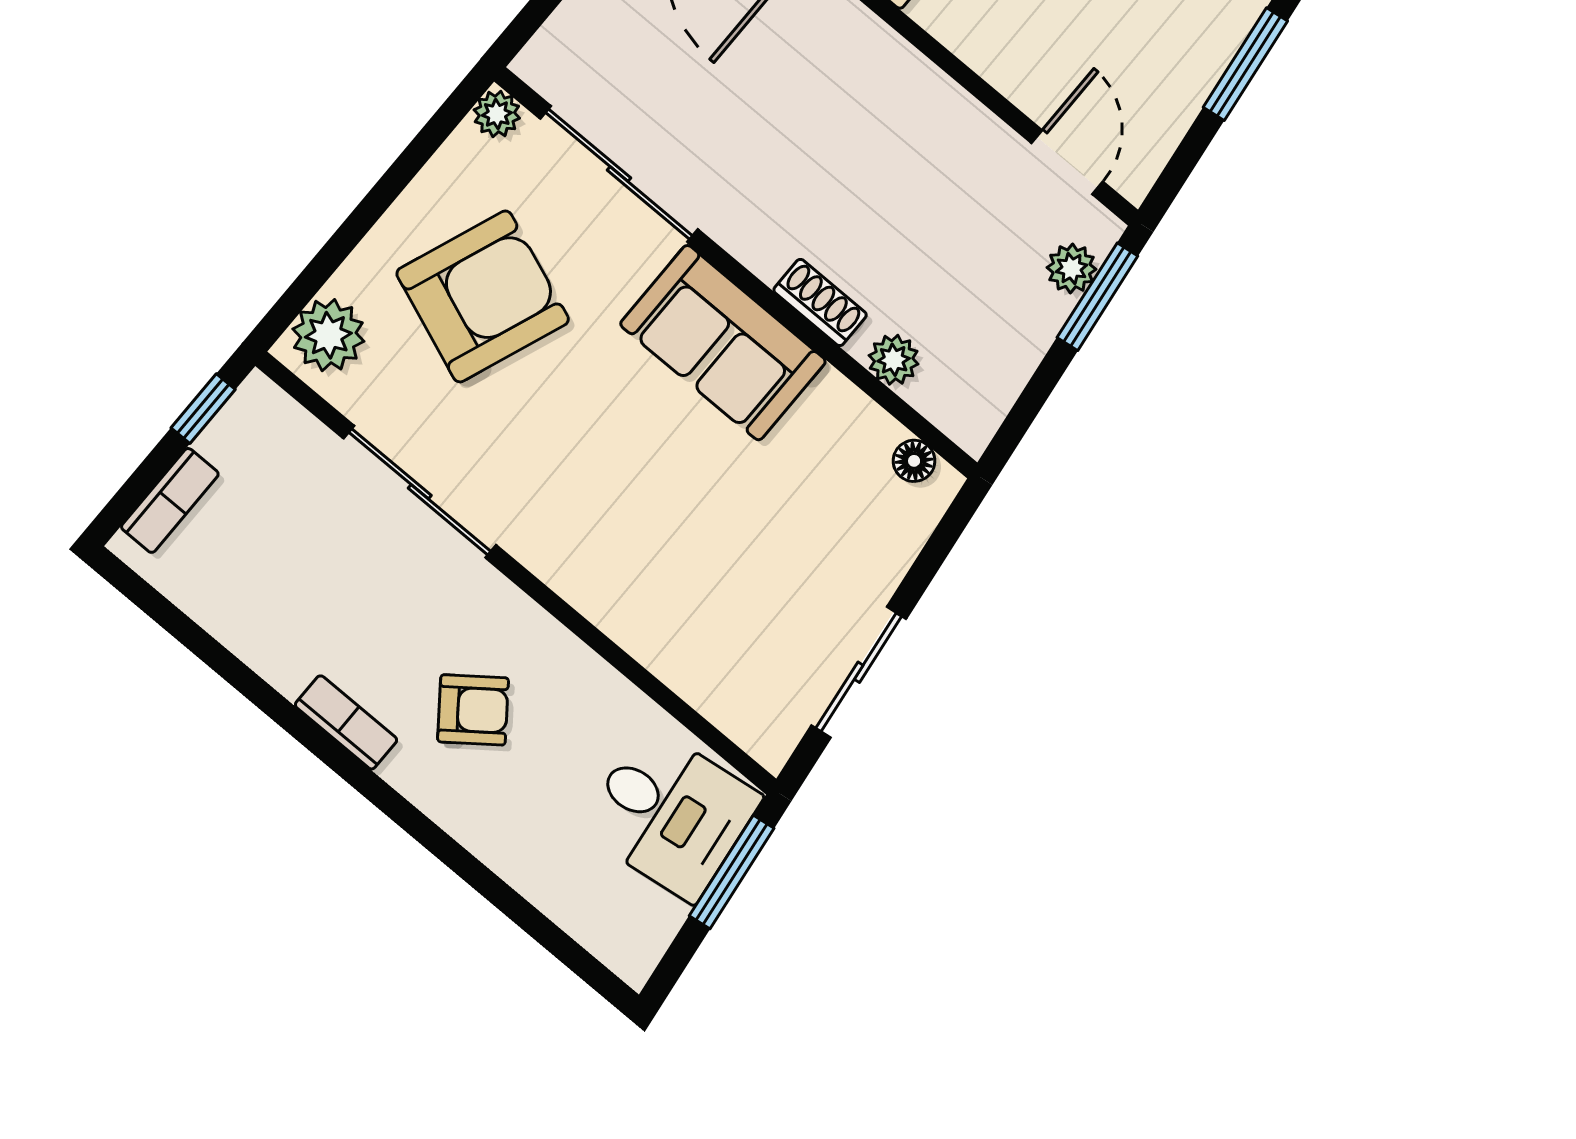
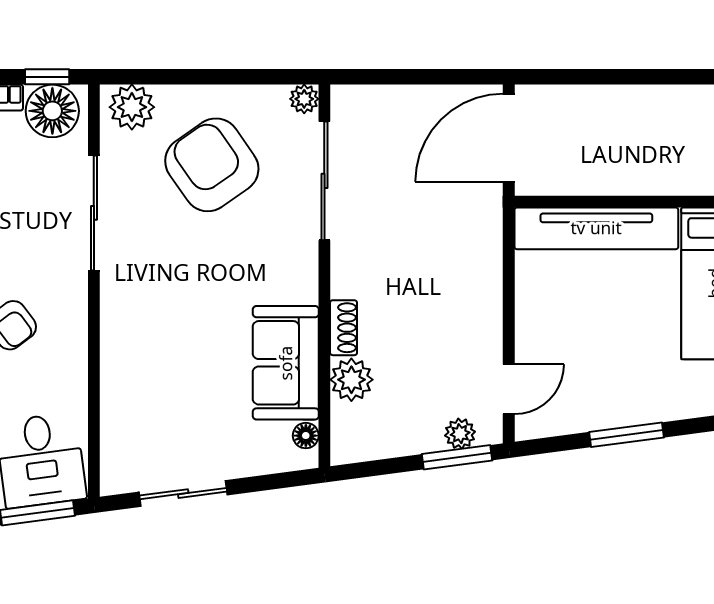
armchair: (483, 296) -> (212, 165), turned -146
sofa: (723, 343) -> (286, 363), moved
plant: (894, 360) -> (351, 380), width x1.38, depth x1.38
floor lamp: (251, 437) -> (52, 111), added

